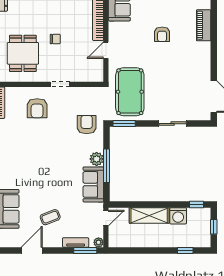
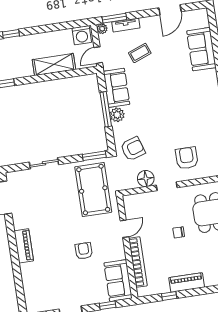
piano: (204, 25) -> (24, 246), moved
armchair: (162, 34) -> (84, 251), moved
floor lamp: (79, 95) -> (146, 179), added
armchair: (87, 125) -> (133, 149), turned -108
washing machine: (178, 216) -> (82, 35), moved, turned 180
coffee table: (50, 217) -> (140, 53), moved

